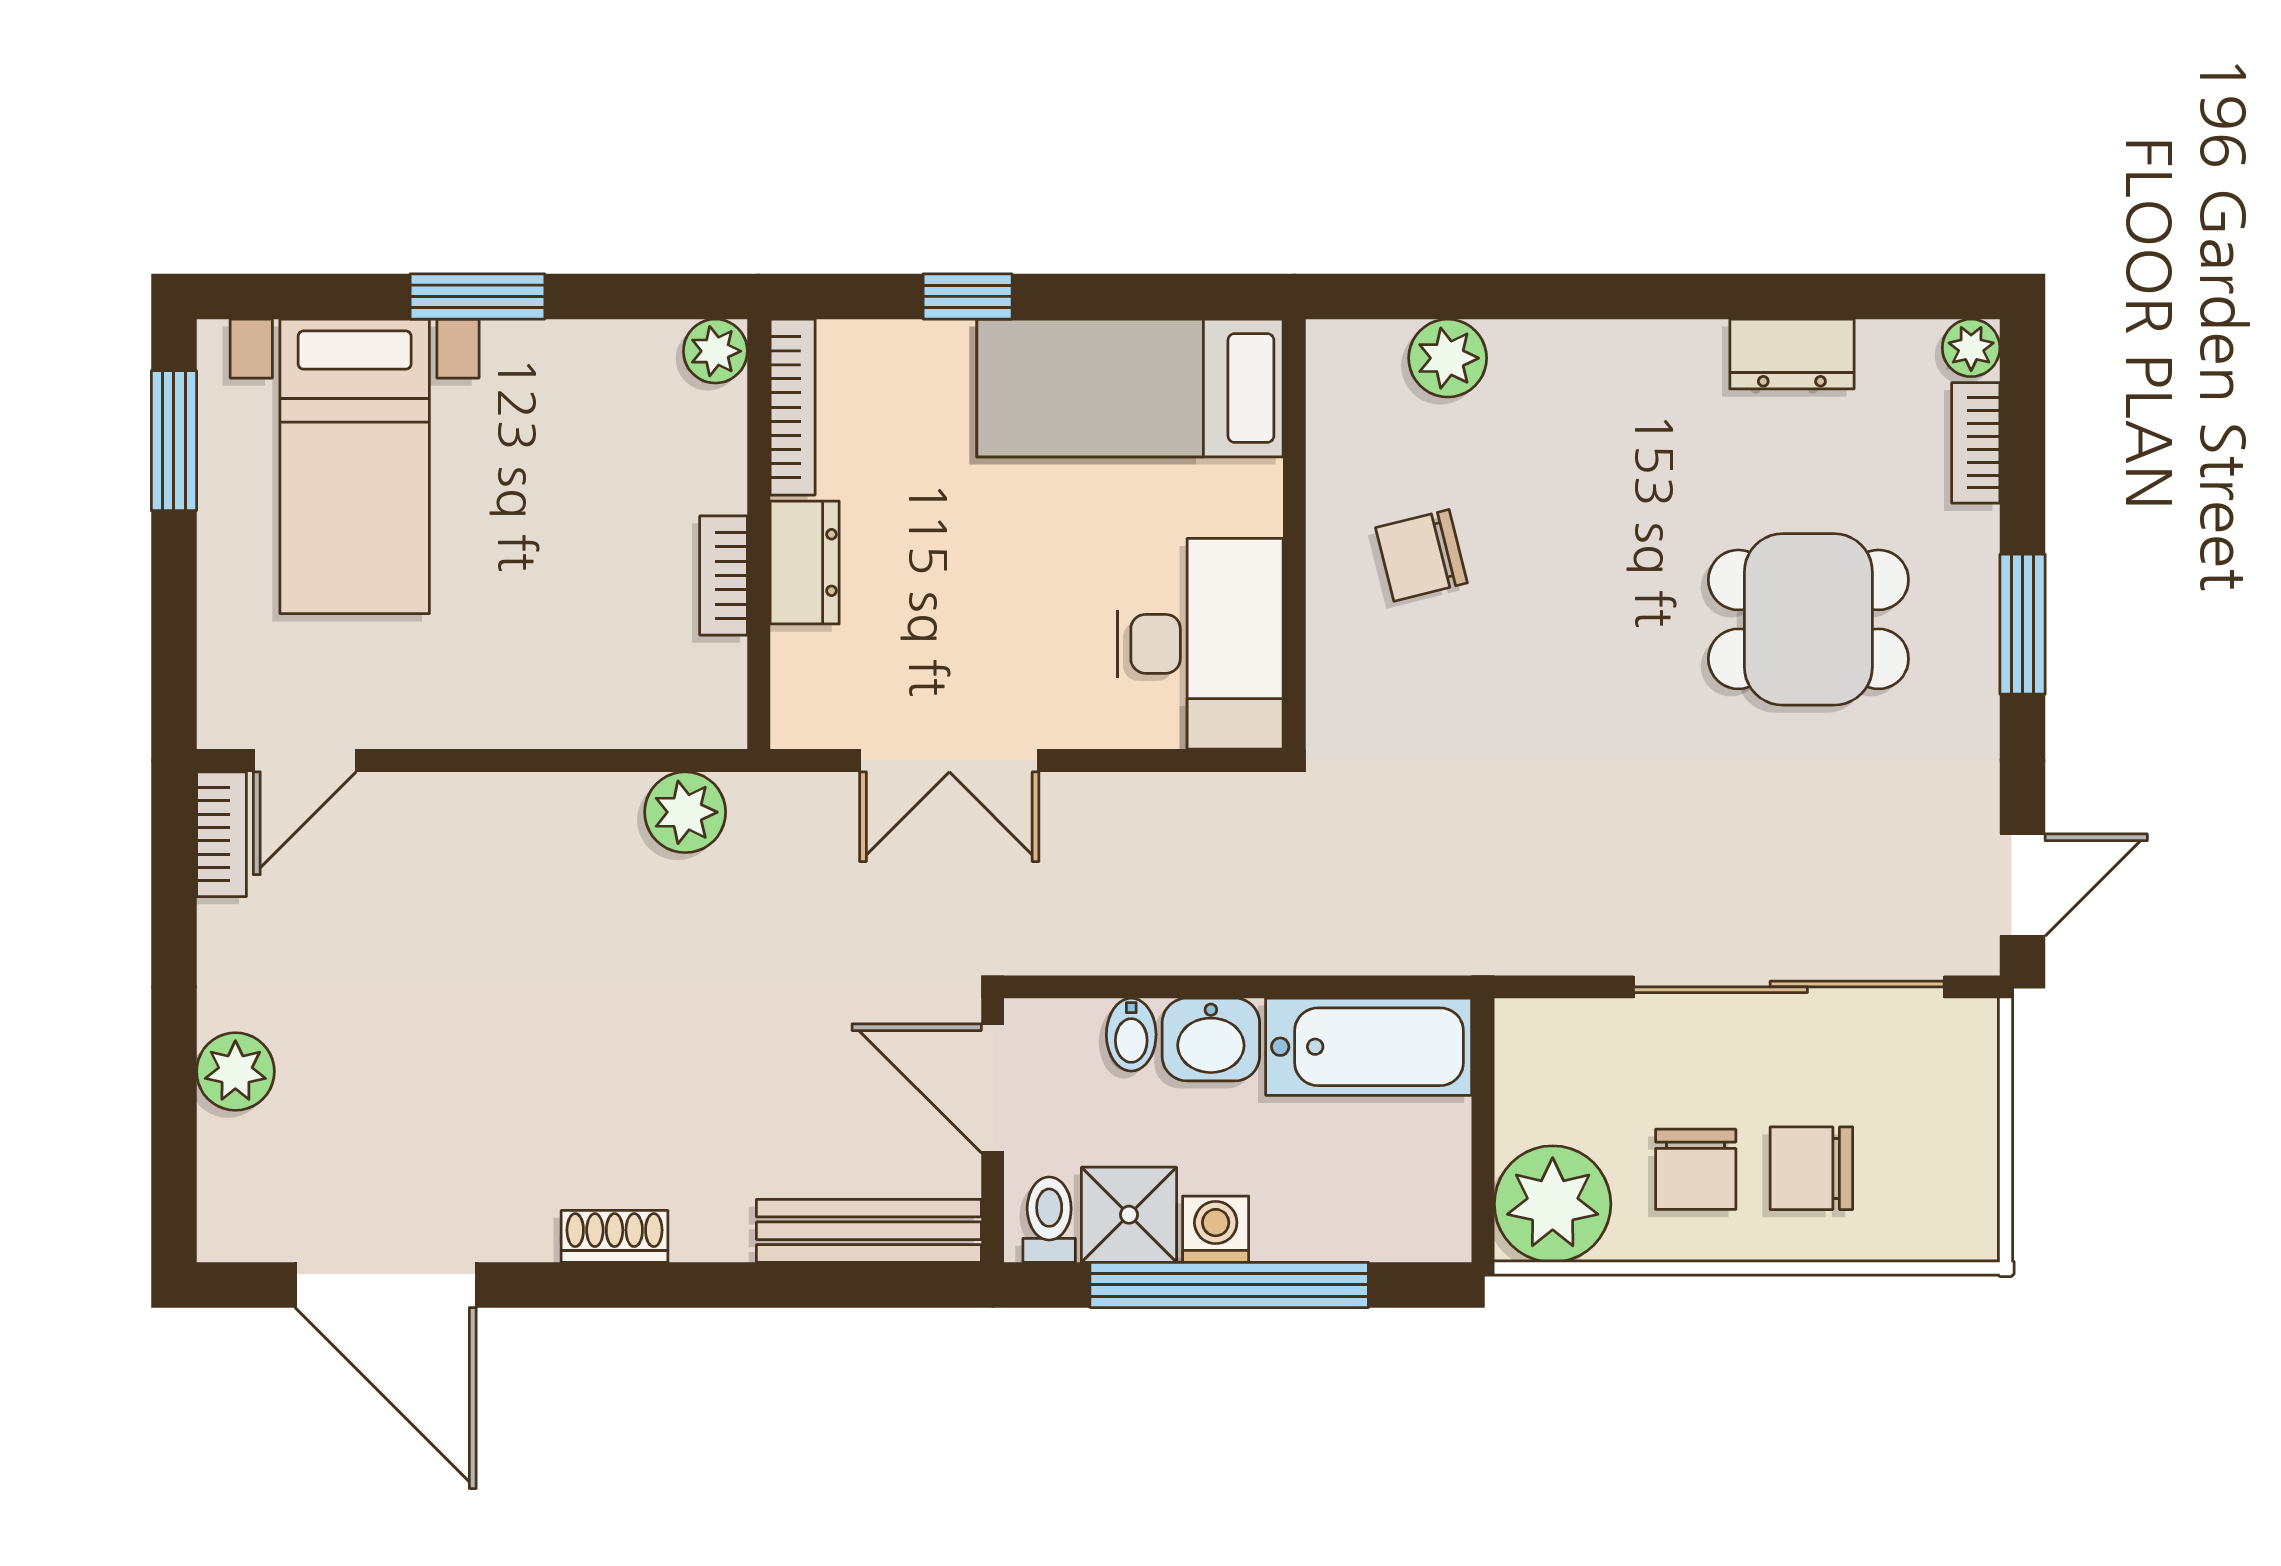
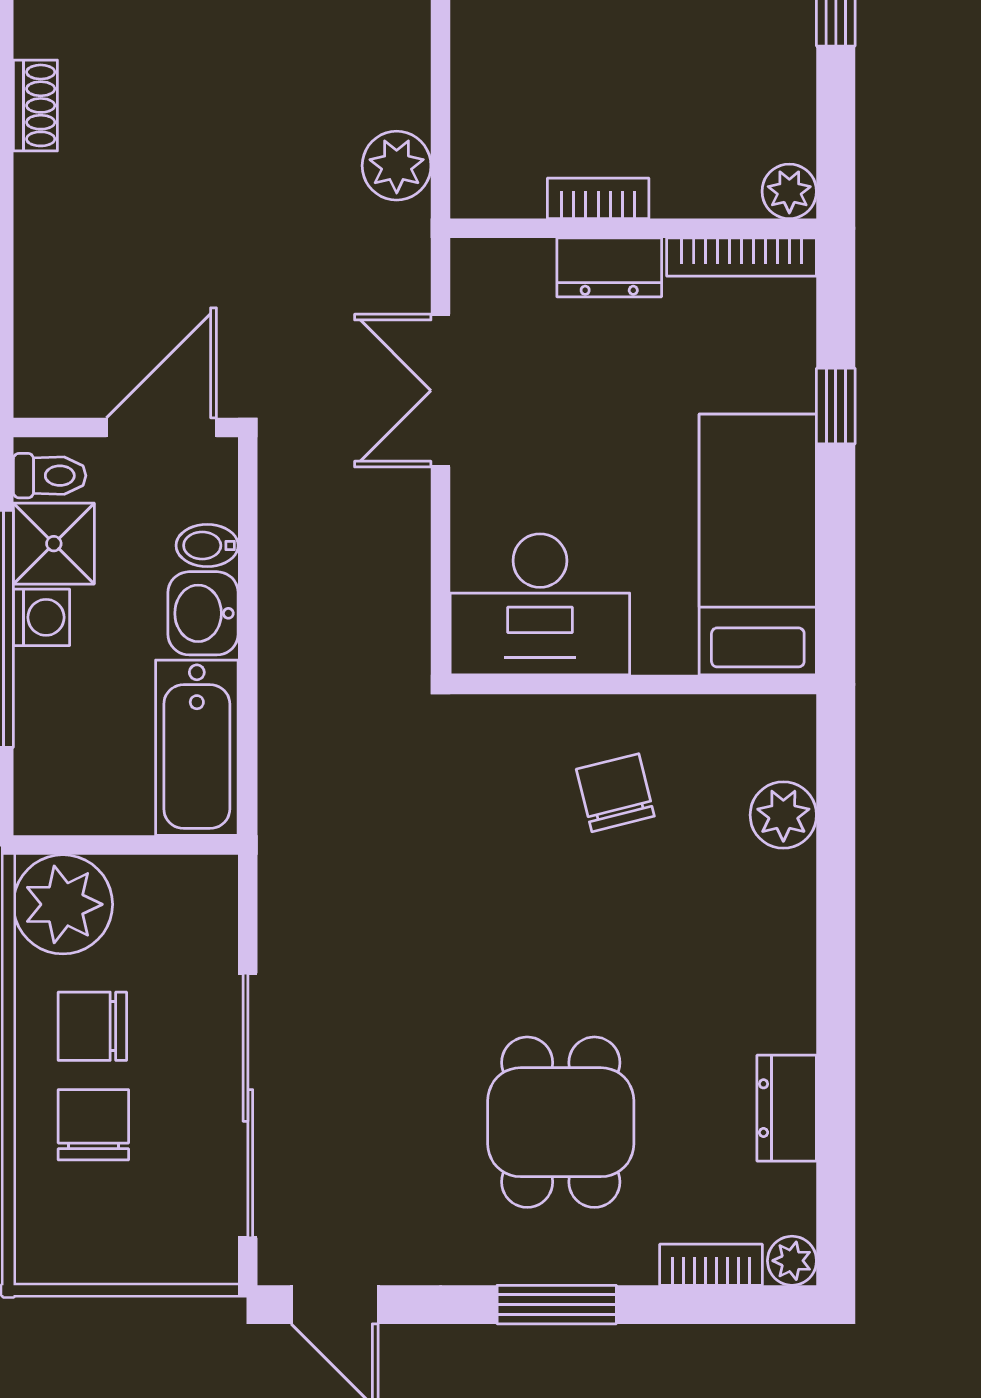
bench: (869, 1231) -> (40, 322), removed

